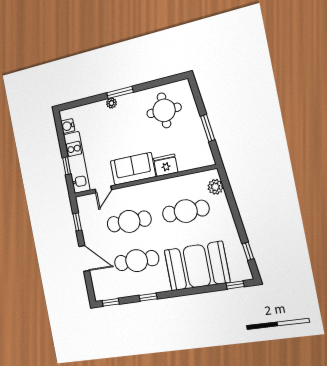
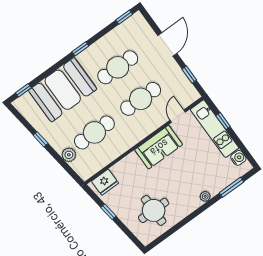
window: (120, 92) -> (232, 187), moved
window: (208, 128) -> (108, 212), width x0.67
fridge: (166, 165) -> (105, 182), moved
plant: (215, 187) -> (69, 155), moved
window: (248, 251) -> (41, 139), moved
door: (84, 258) -> (167, 44), swing flipped
window: (148, 297) -> (80, 49), moved

